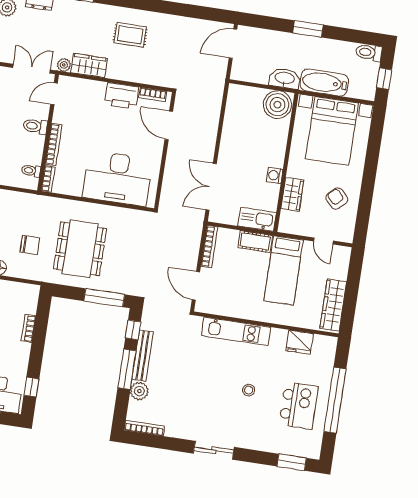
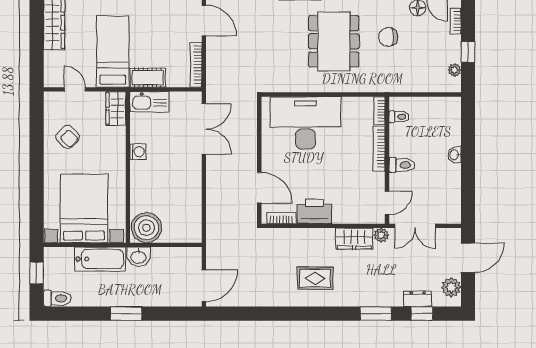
washbasin: (285, 78) -> (139, 257), width x0.72
wardrobe: (292, 194) -> (116, 109), moved

